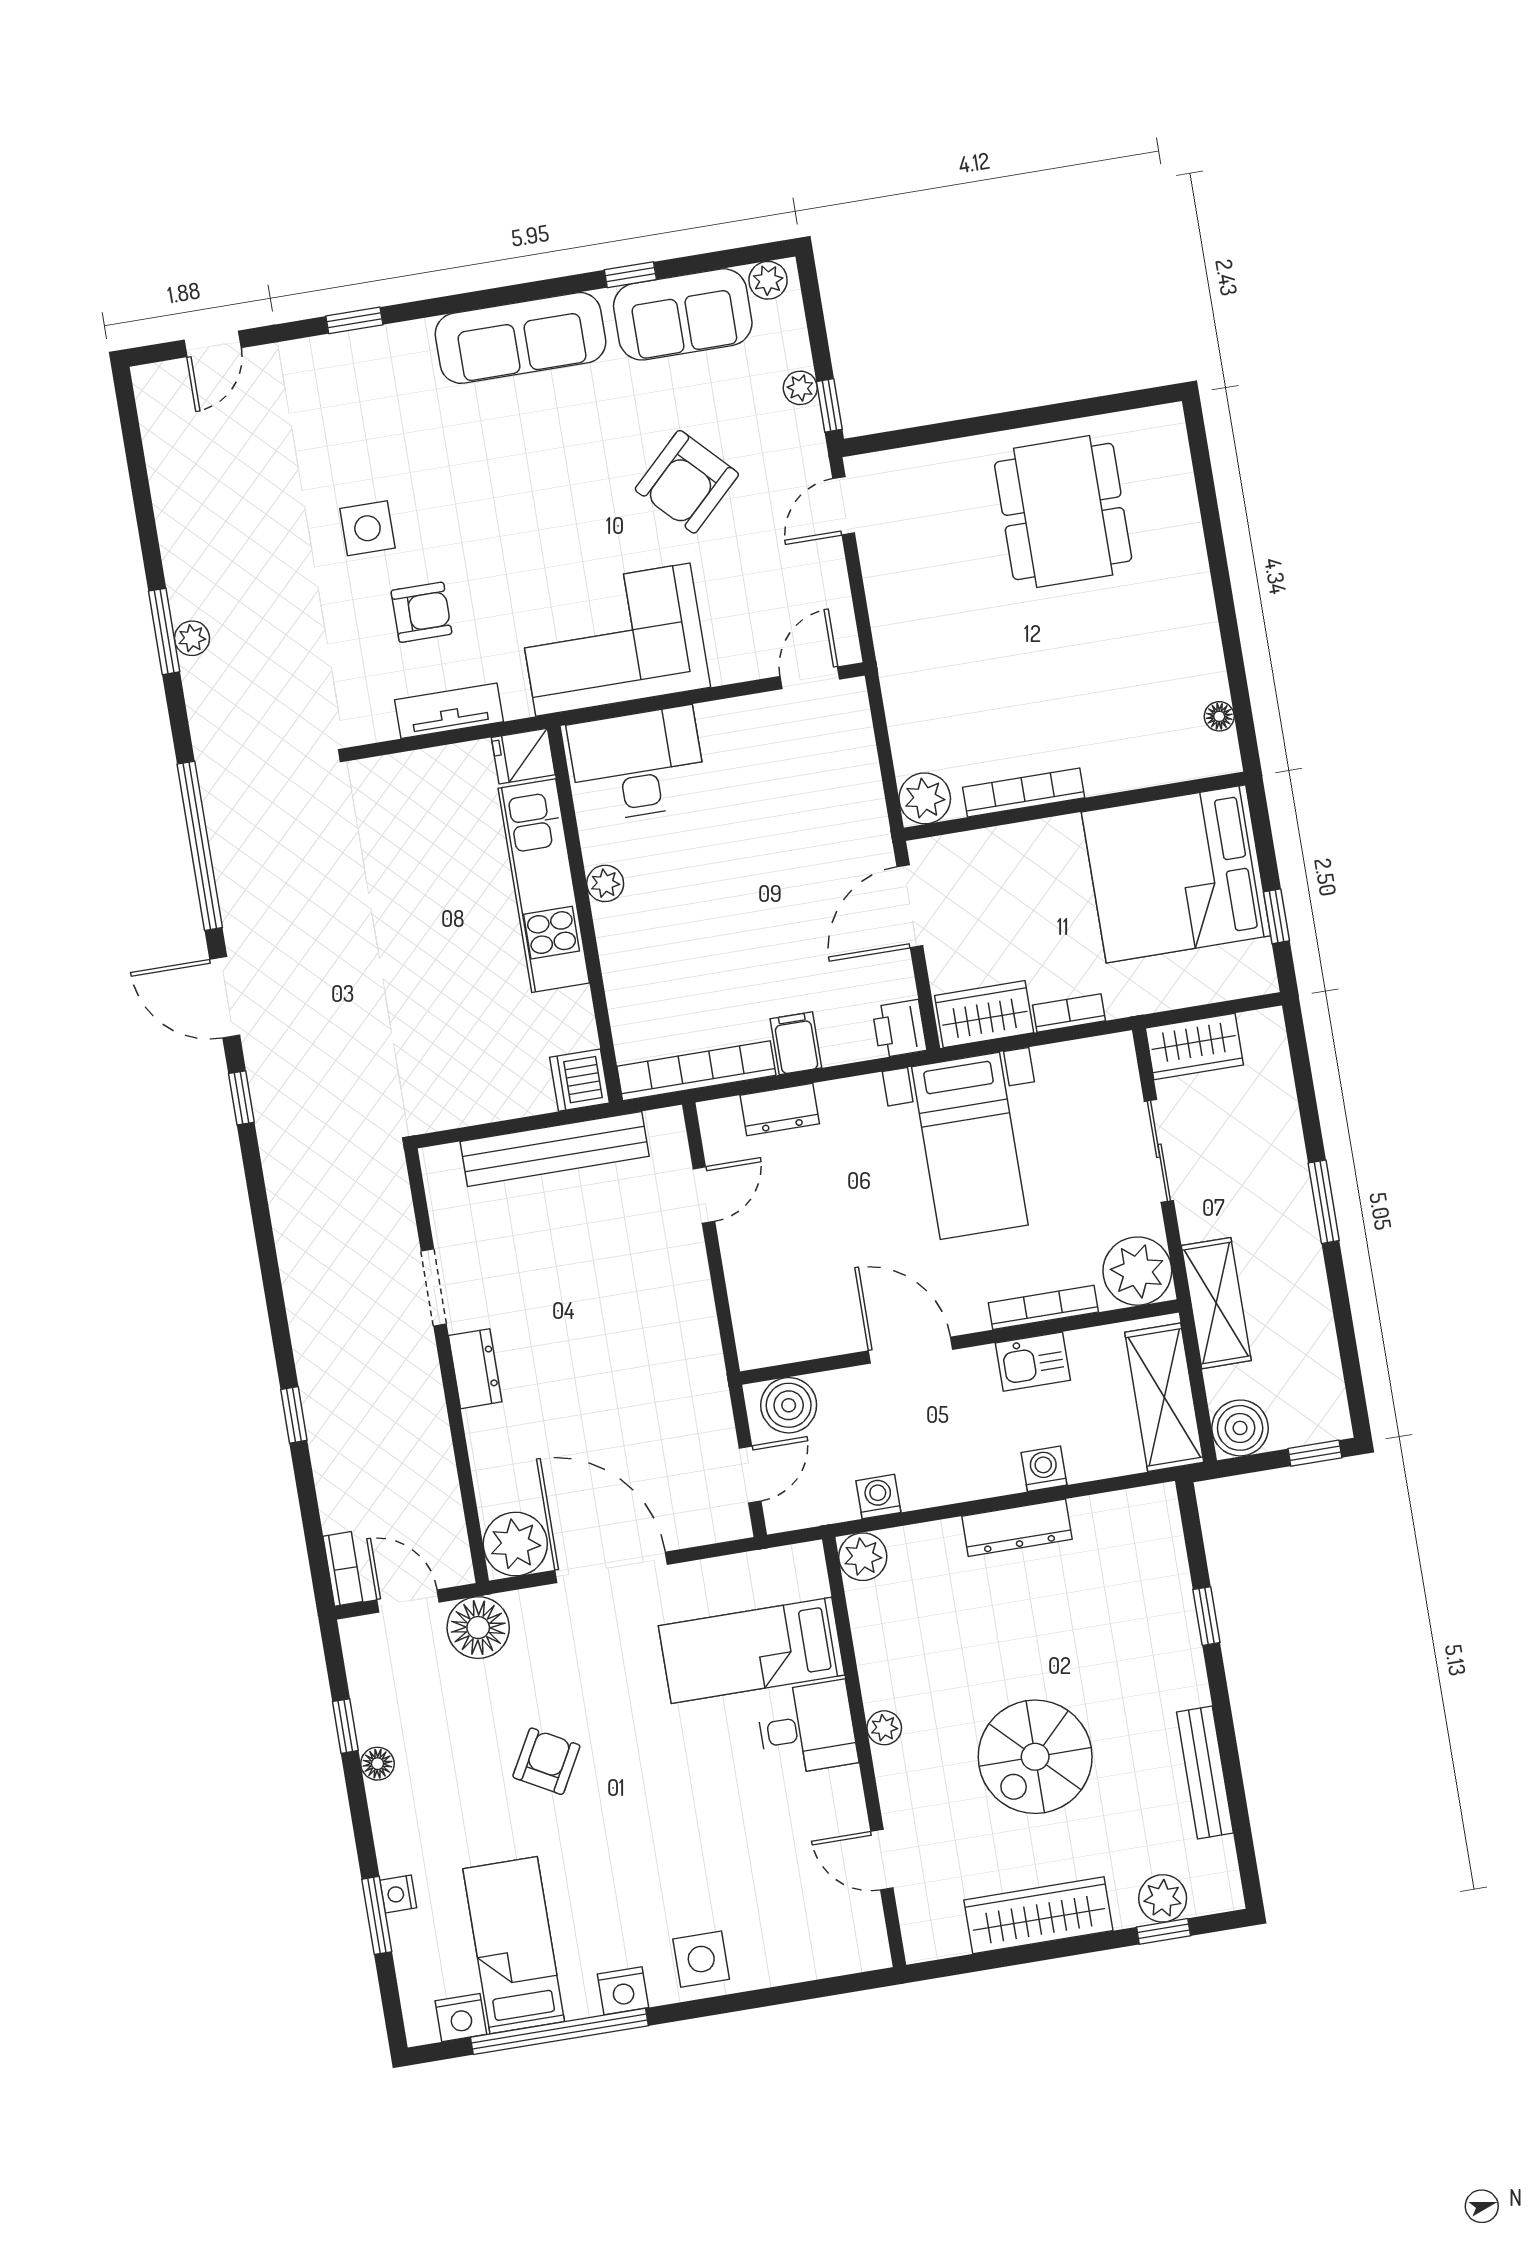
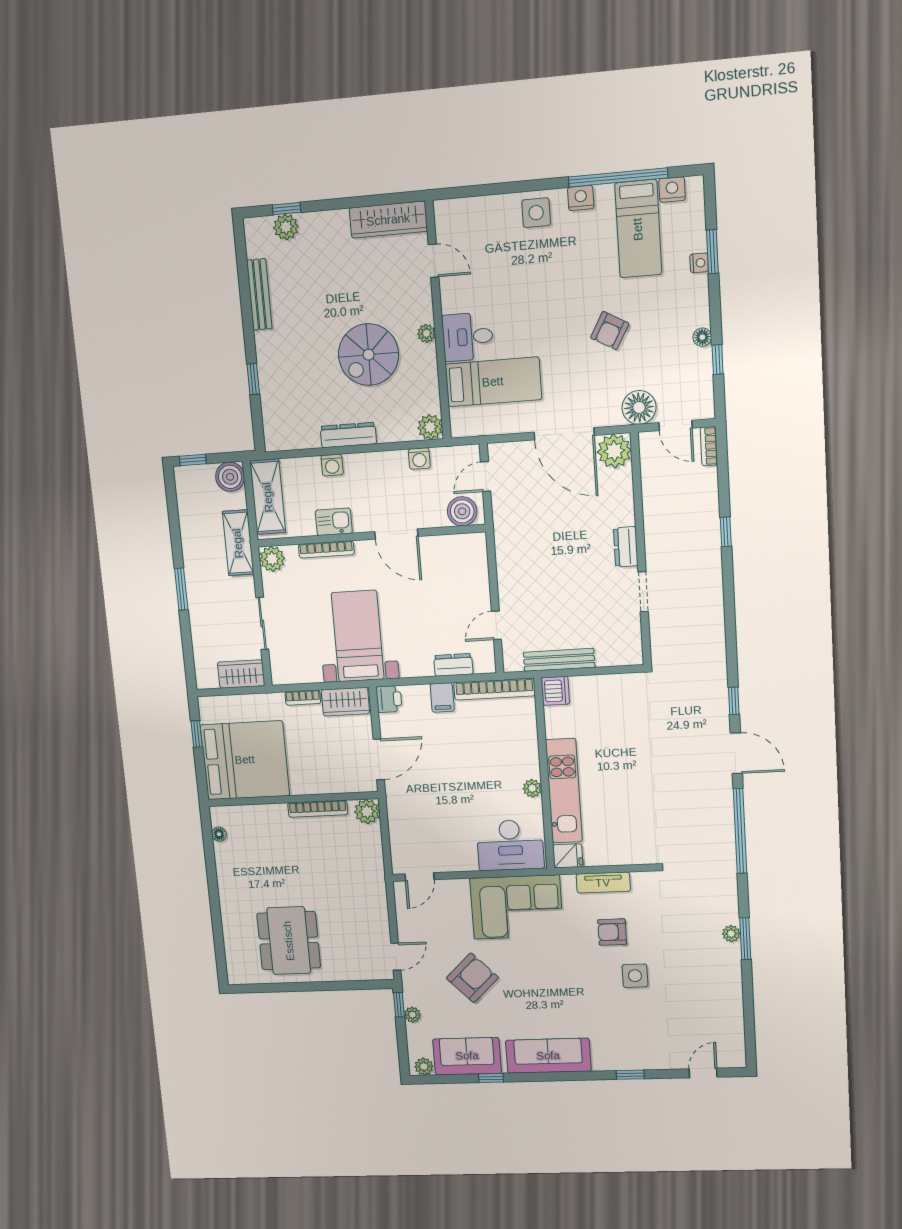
bench: (555, 1149) -> (559, 660), width x0.73, depth x0.82
plant: (1137, 1271) -> (272, 559), width x0.73, depth x0.73
spiral stairs: (1035, 1757) -> (369, 355), moved, turned 180
wardrobe: (1038, 1915) -> (388, 220), moved

